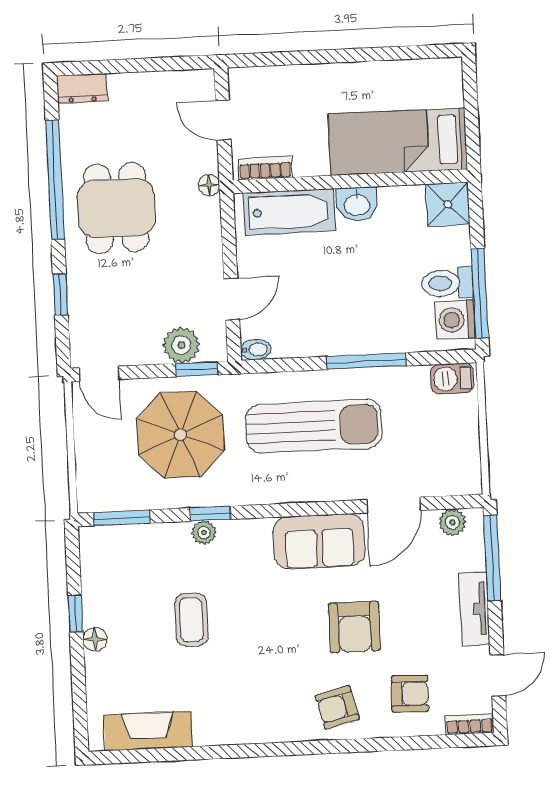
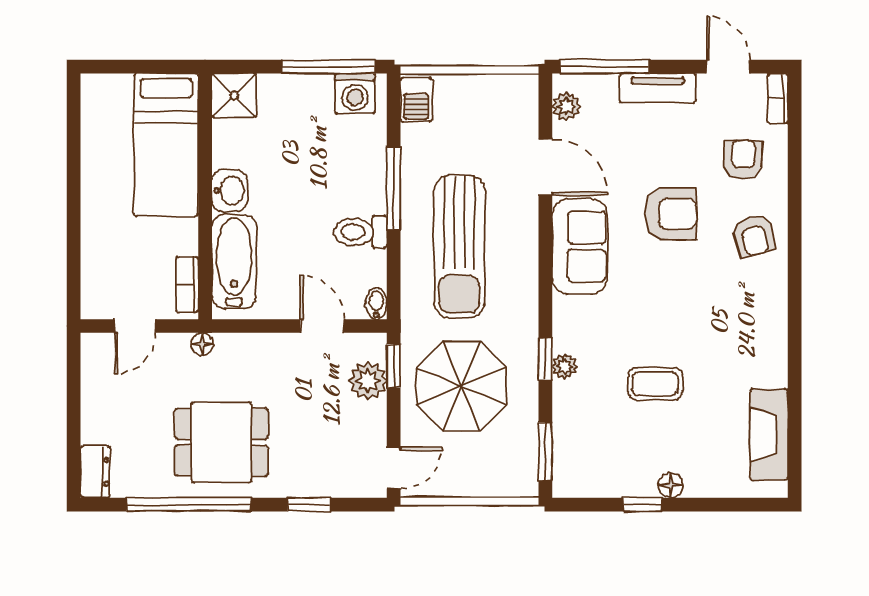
toilet: (447, 283) -> (360, 232), moved, turned 90
sun lounger: (314, 426) -> (459, 247), turned 180

